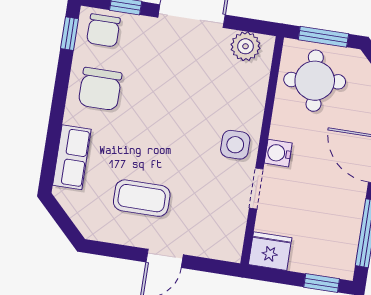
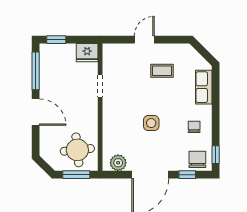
chair: (100, 89) -> (194, 127), width x0.54, depth x0.54
side table: (235, 145) -> (151, 123), moved
water cooler: (278, 153) -> (91, 107), removed
coffee table: (142, 198) -> (162, 71), width x0.73, depth x0.77

